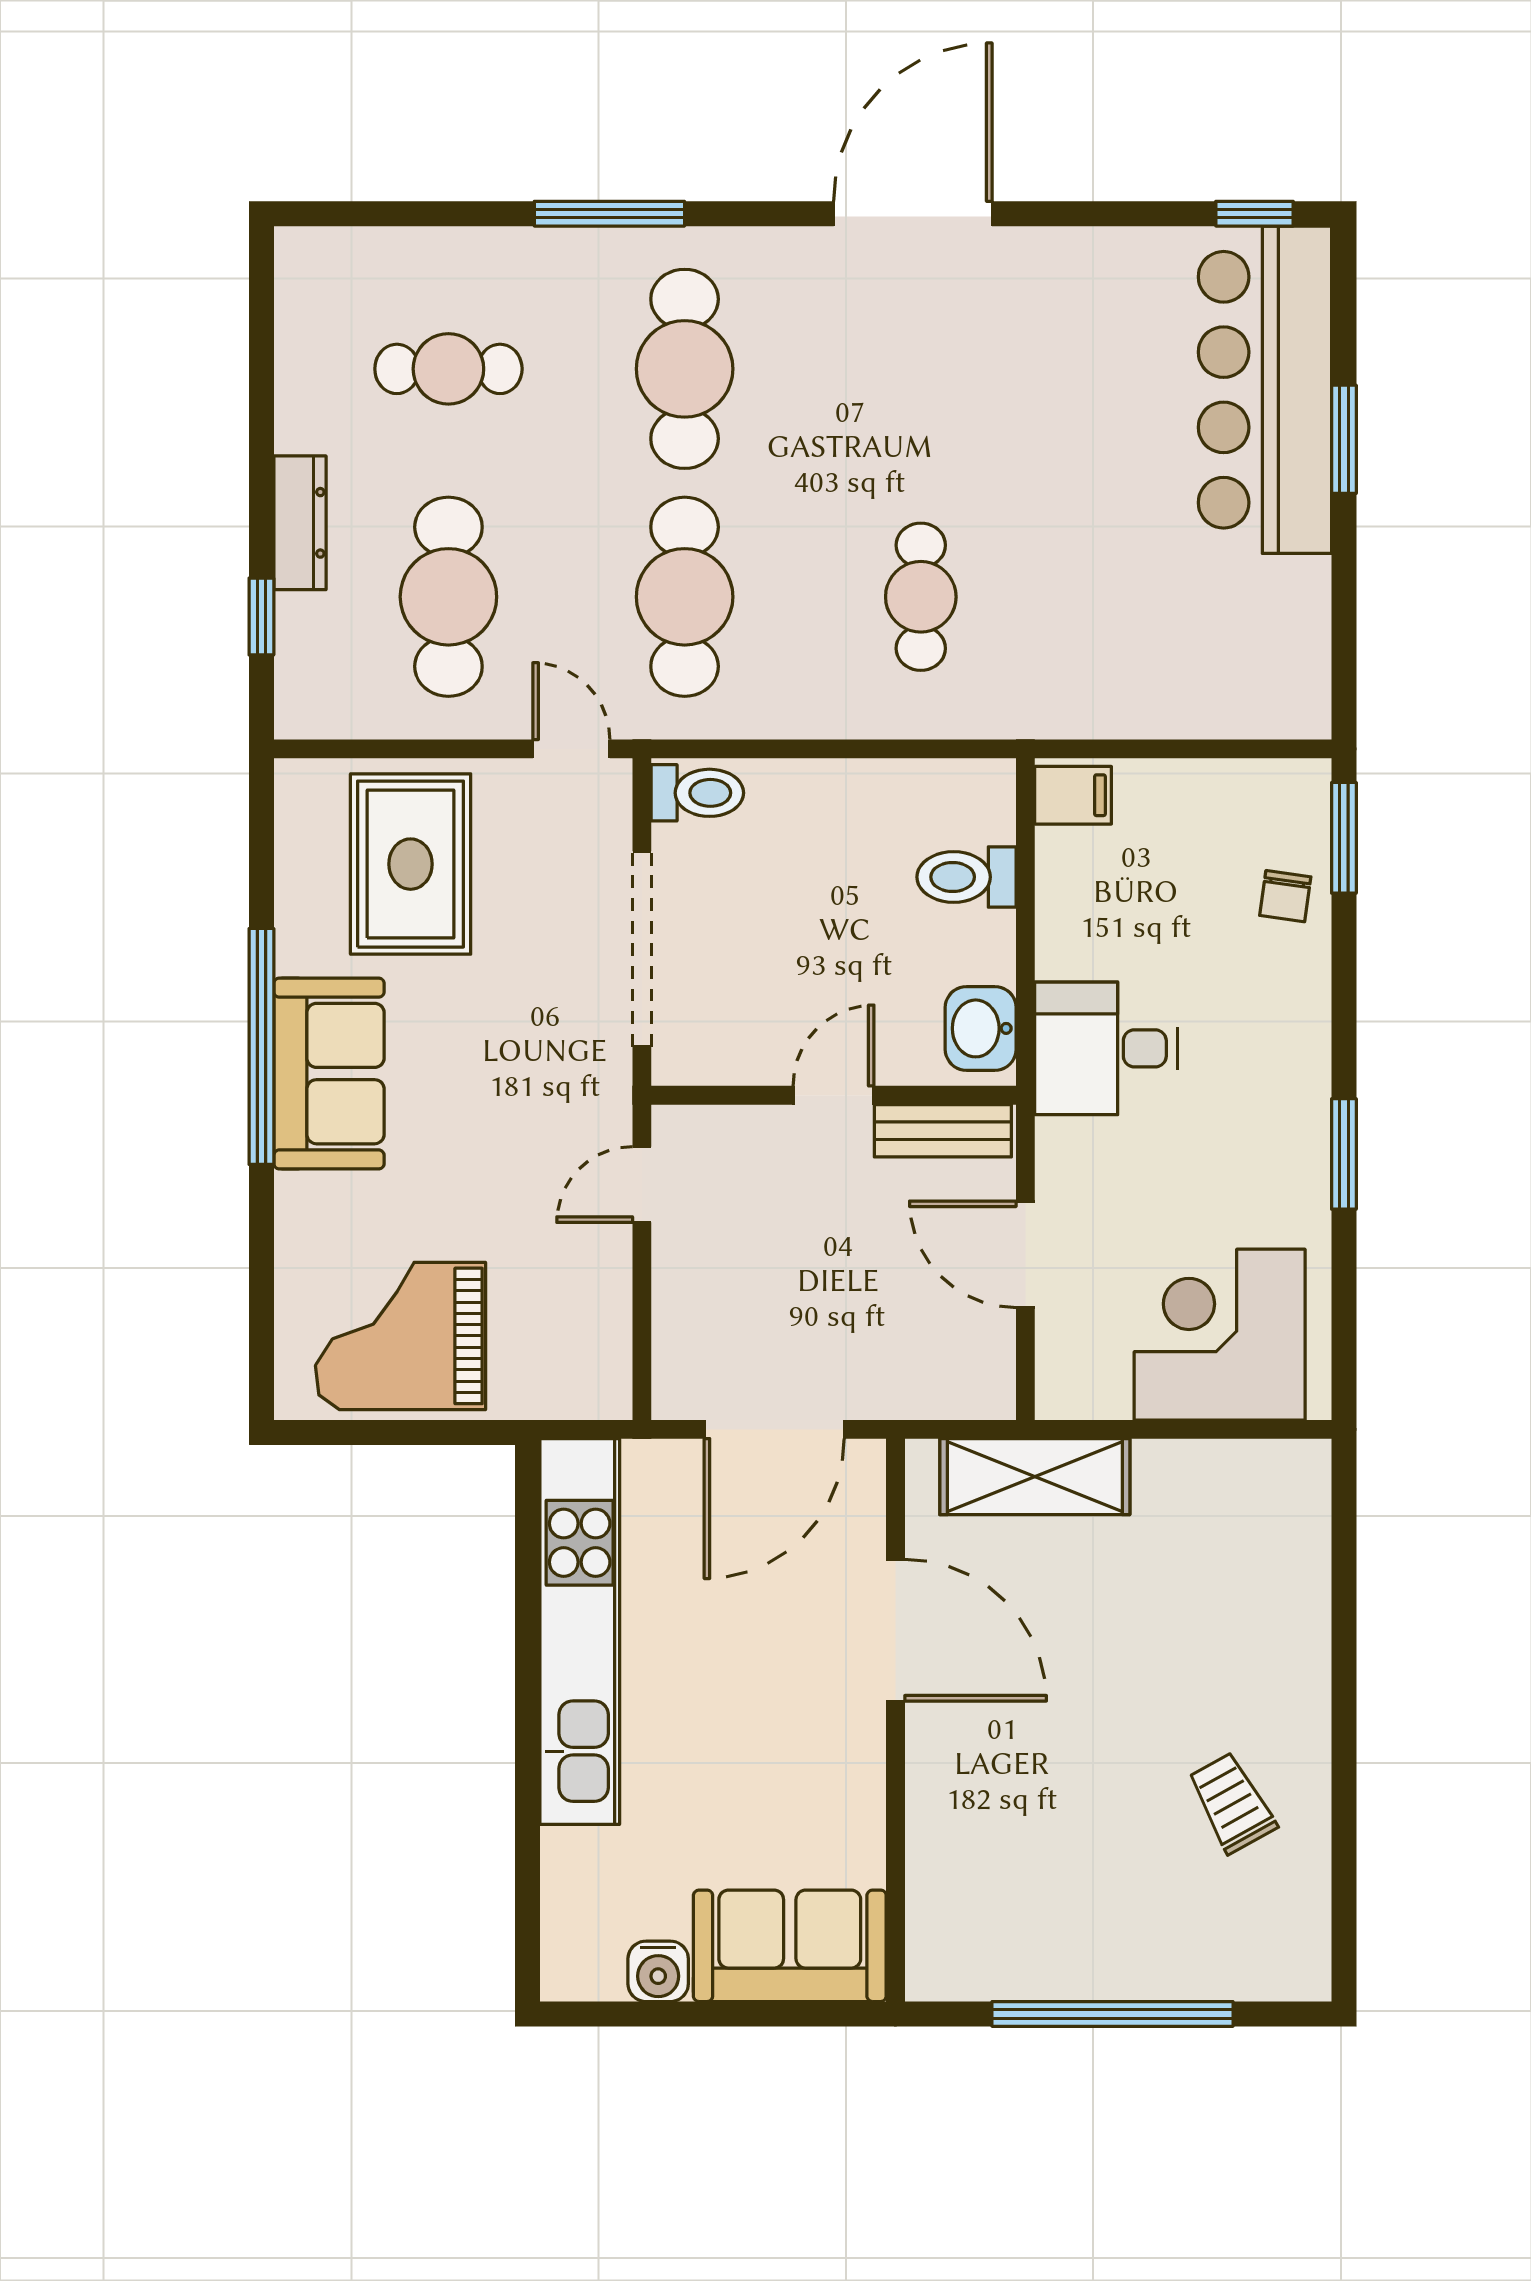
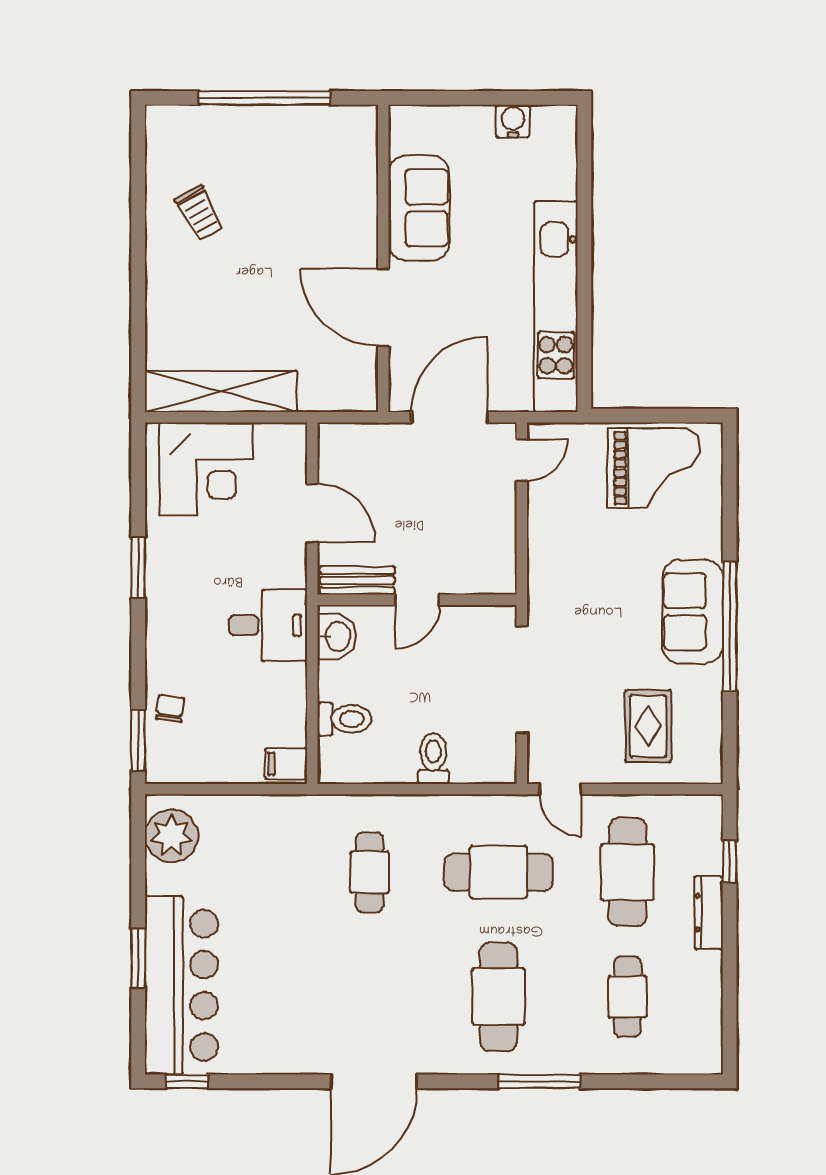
cafe table: (448, 369) -> (627, 997), turned 90
cafe table: (685, 597) -> (498, 872), turned 90
plant: (1283, 663) -> (171, 836), added
toilet: (697, 793) -> (433, 759), moved, turned 90
rug: (411, 864) -> (648, 726), width x0.73, depth x0.70
door: (642, 1185) -> (522, 460), moved
shelving: (1035, 1477) -> (221, 391), moved, width x1.47
sofa: (790, 1946) -> (419, 208), moved, turned -90

